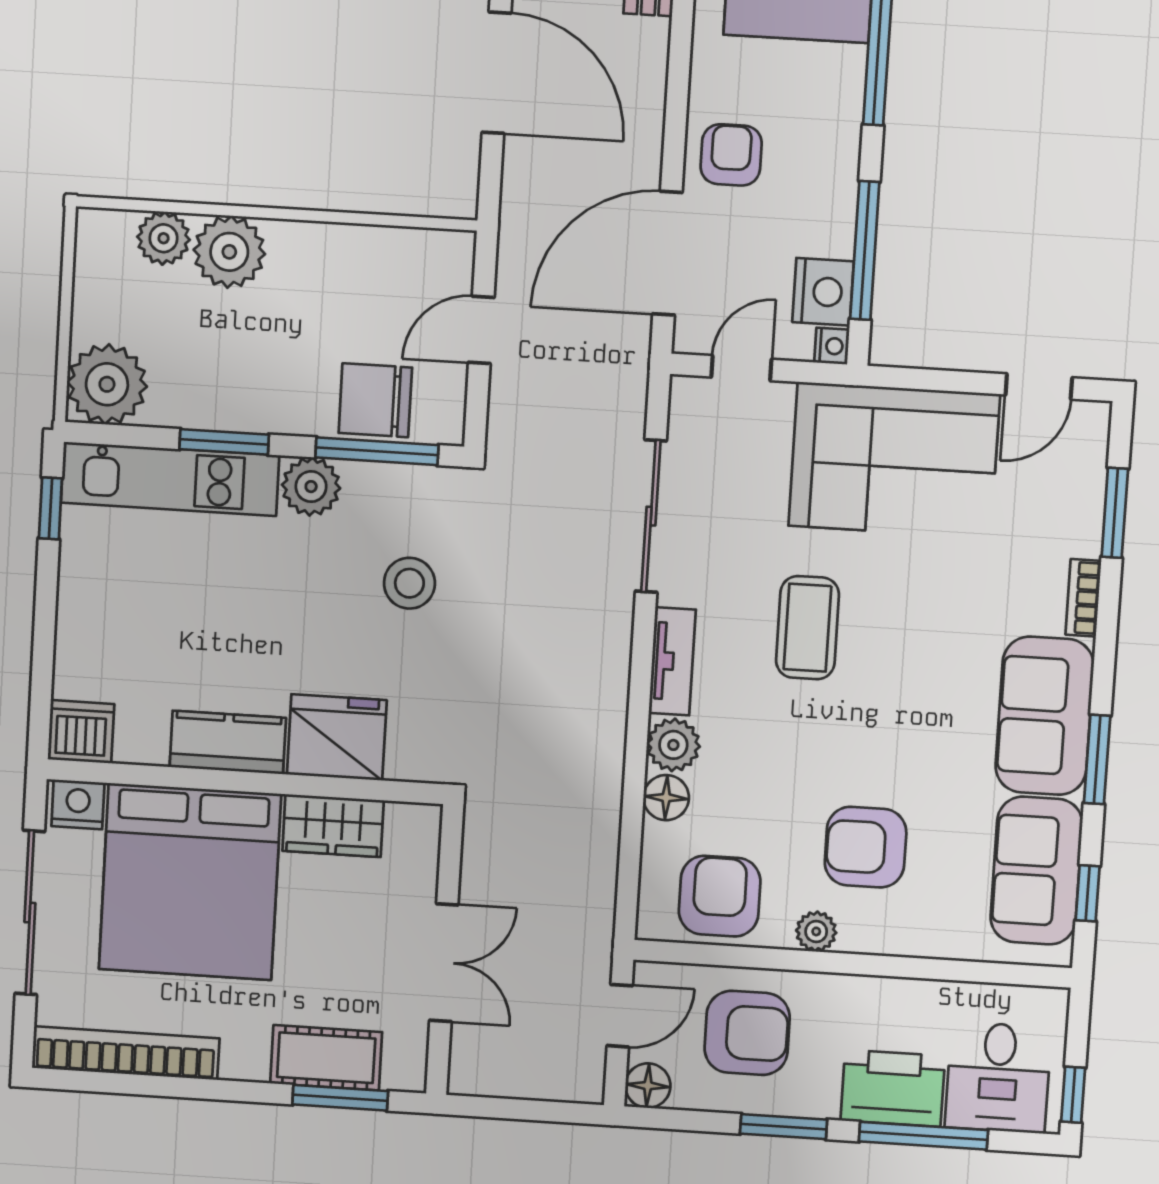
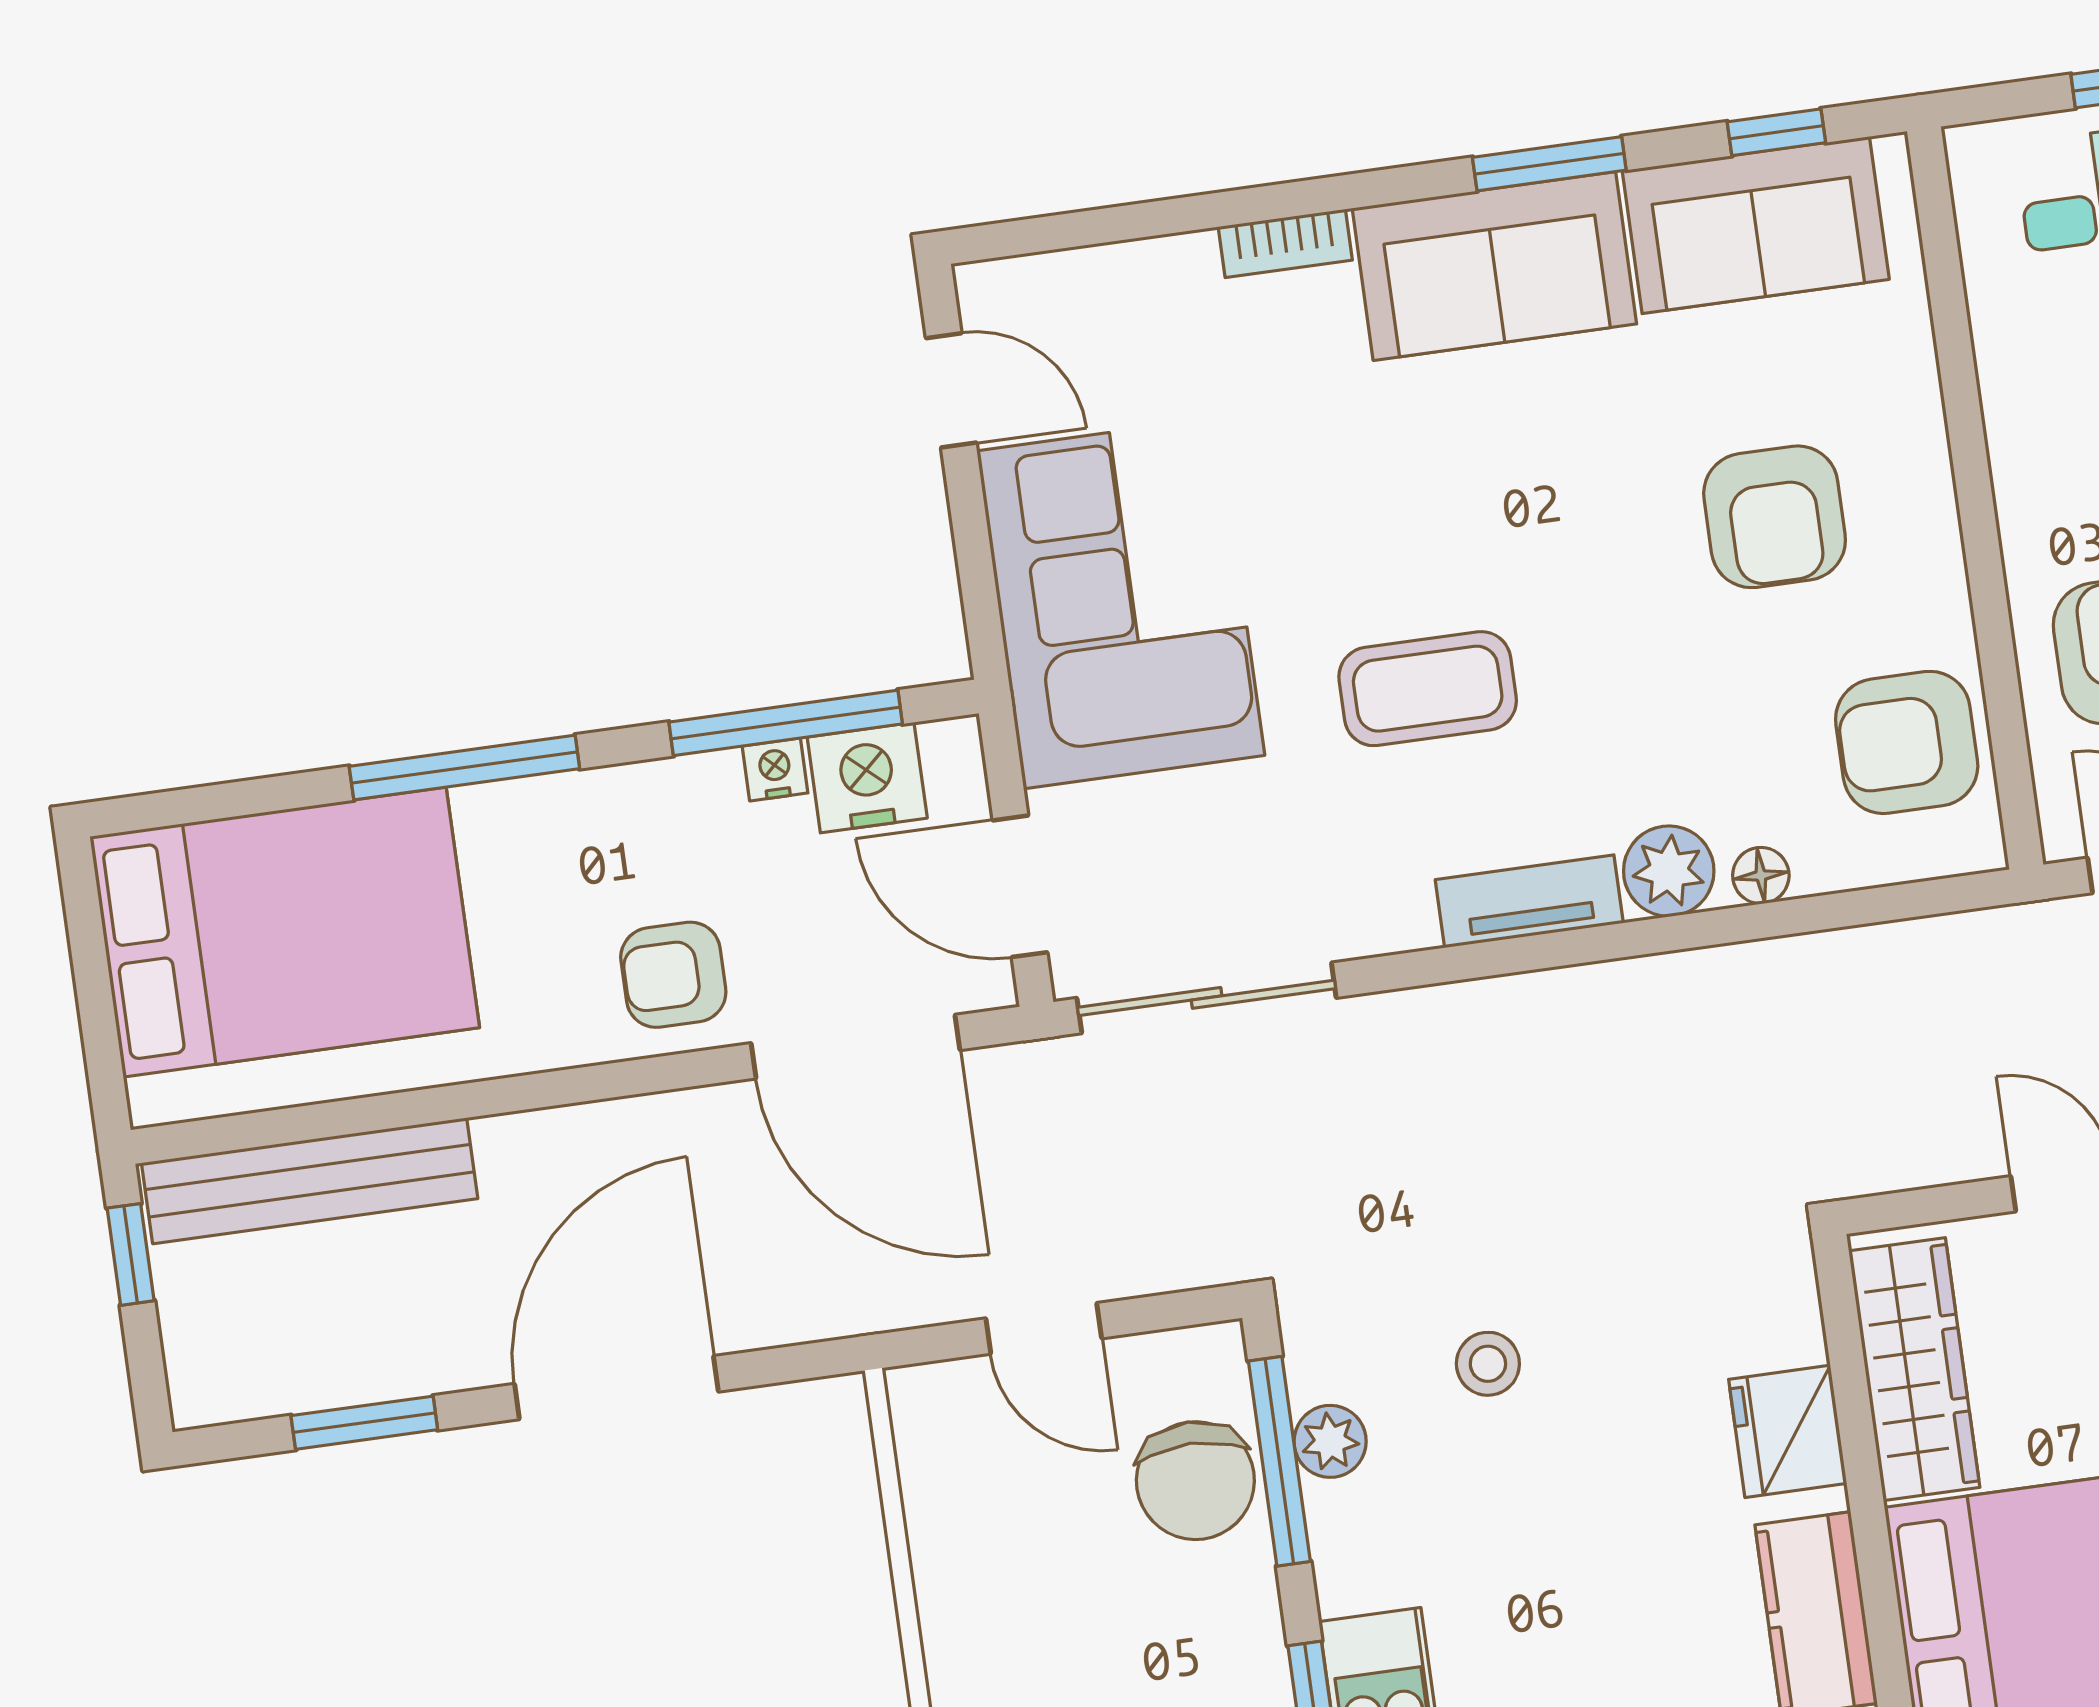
nightstand: (832, 346) -> (775, 770), moved
door: (741, 368) -> (1020, 886), width x1.38
plant: (311, 487) -> (1330, 1441), moved, width x0.73, depth x0.73
window: (1115, 513) -> (1134, 221), removed
sliding door: (651, 516) -> (1207, 998), moved
stool: (409, 583) -> (1488, 1364), width x0.73, depth x0.73
fridge: (337, 737) -> (1788, 1431), width x0.73, depth x0.75
floor lamp: (666, 798) -> (1761, 875), width x0.73, depth x0.73
wardrobe: (333, 826) -> (1914, 1369), width x1.50
plant: (816, 931) -> (1933, 569), removed

